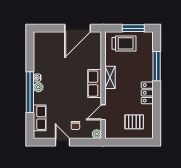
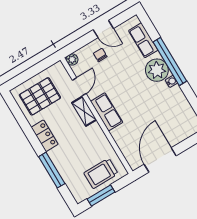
shelving: (110, 77) -> (84, 111), moved
plant: (38, 87) -> (157, 70), width x1.87, depth x1.87
pallet: (134, 122) -> (40, 96), width x1.50, depth x1.42

